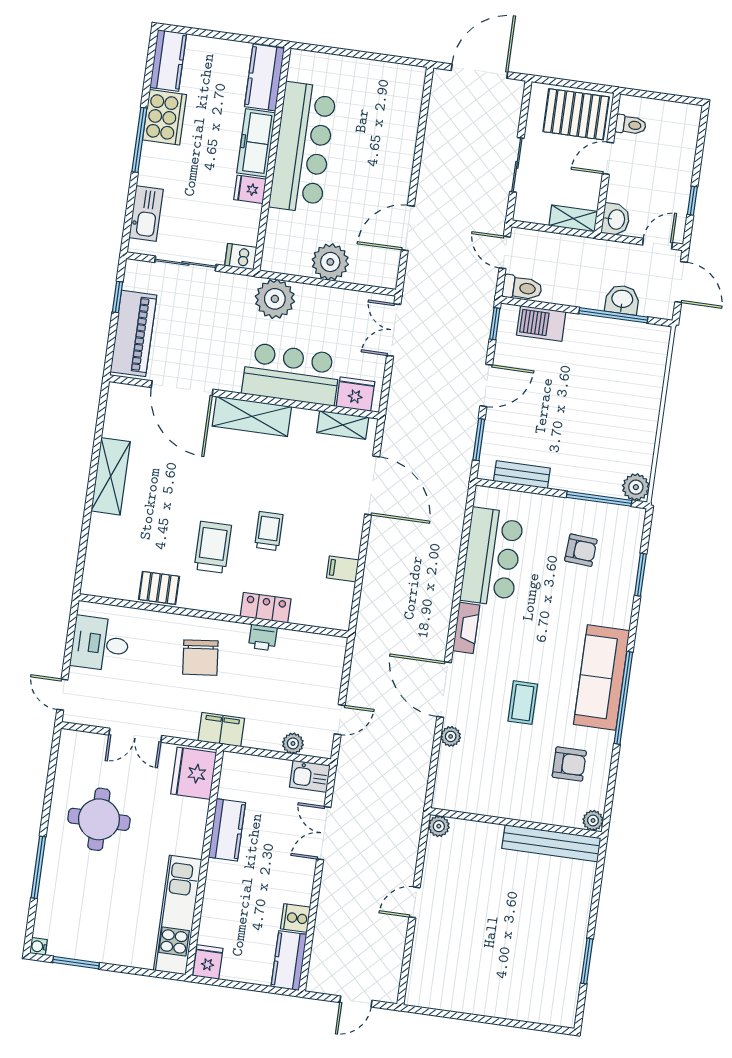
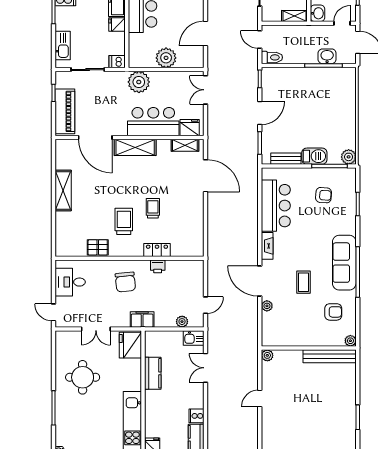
barbecue: (541, 323) -> (314, 156), moved, turned 180
filing cabinet: (343, 569) -> (196, 223), removed

